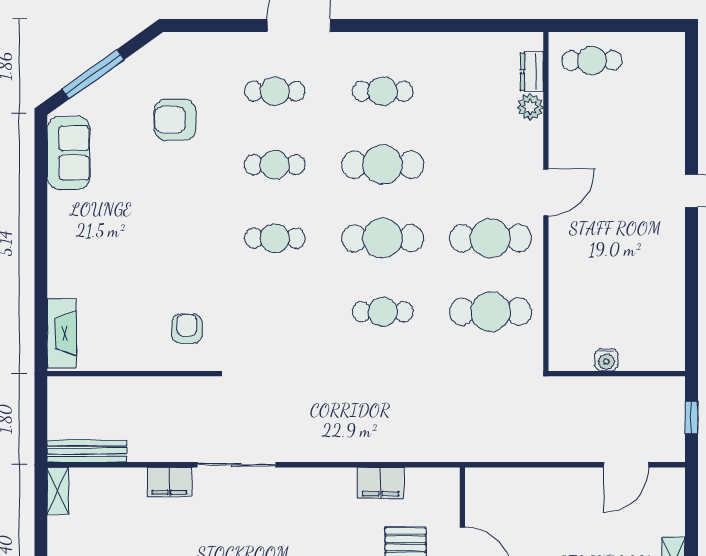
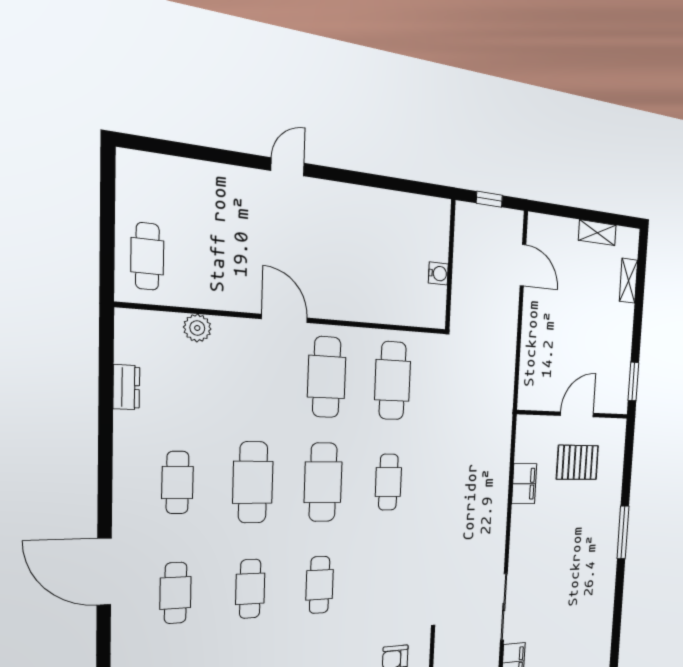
dresser: (532, 71) -> (126, 387), moved, turned -90

